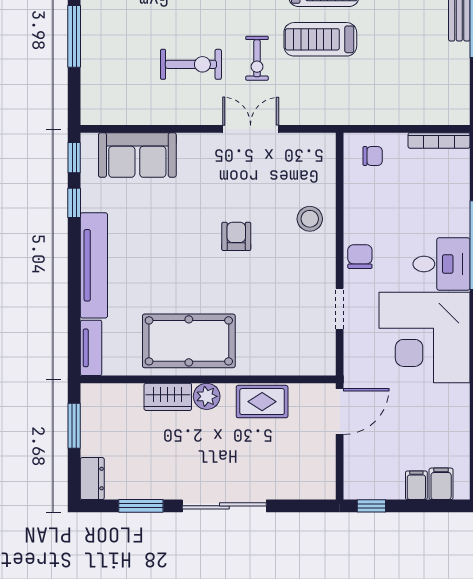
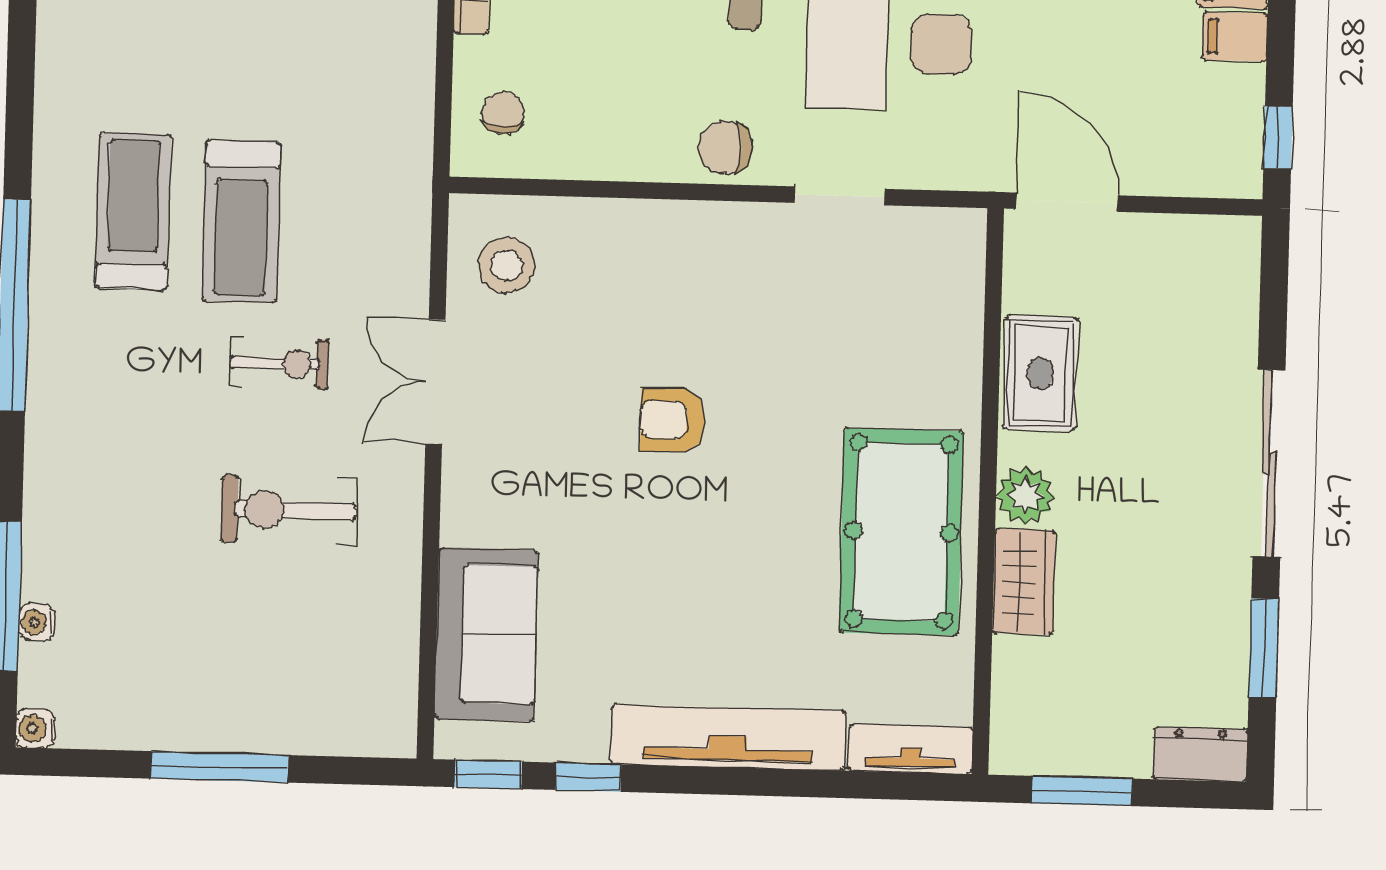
exercise bike: (191, 64) -> (289, 510), turned -90
stool: (310, 219) -> (507, 265), moved

